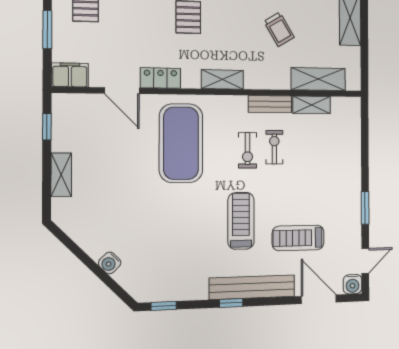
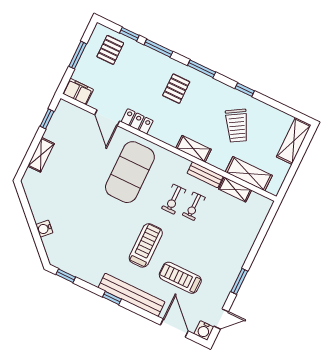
trolley: (279, 29) -> (237, 126), width x1.36, depth x1.39
shelving: (222, 79) -> (194, 149), moved
exercise bike: (274, 147) -> (194, 206), turned 180

